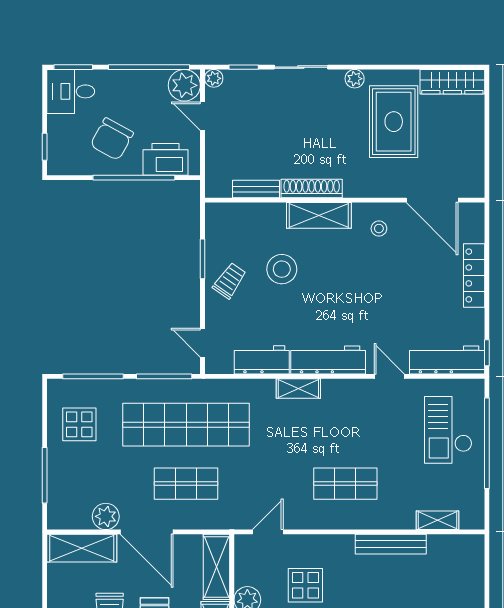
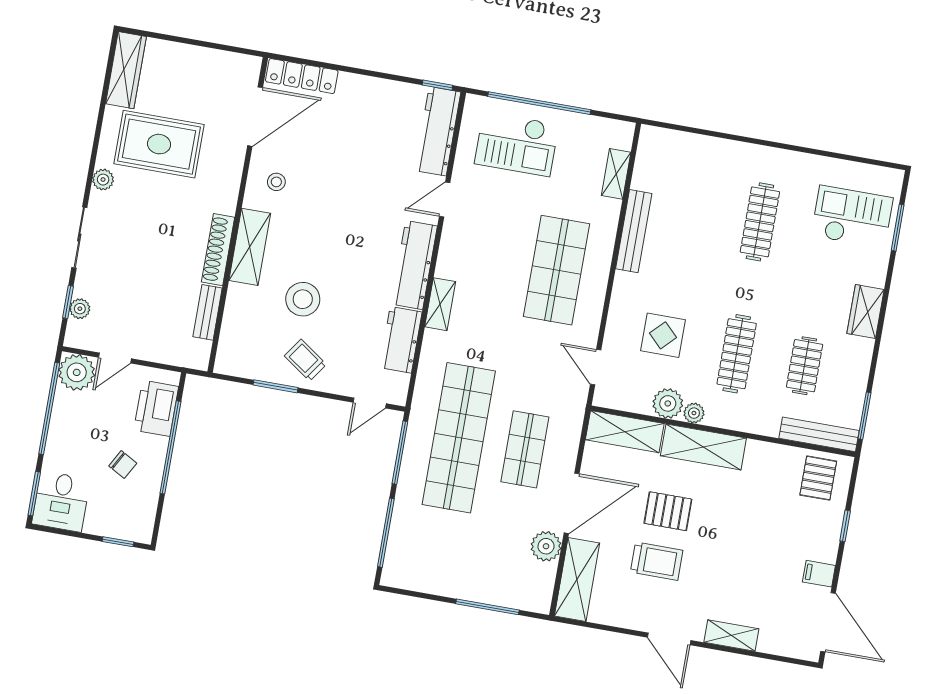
plant: (214, 78) -> (80, 309), moved
chair: (112, 139) -> (123, 465), width x0.54, depth x0.54
locker: (474, 275) -> (302, 76), moved
display table: (79, 424) -> (437, 558), removed
shop shelf: (345, 484) -> (557, 270), width x1.43, depth x1.36

